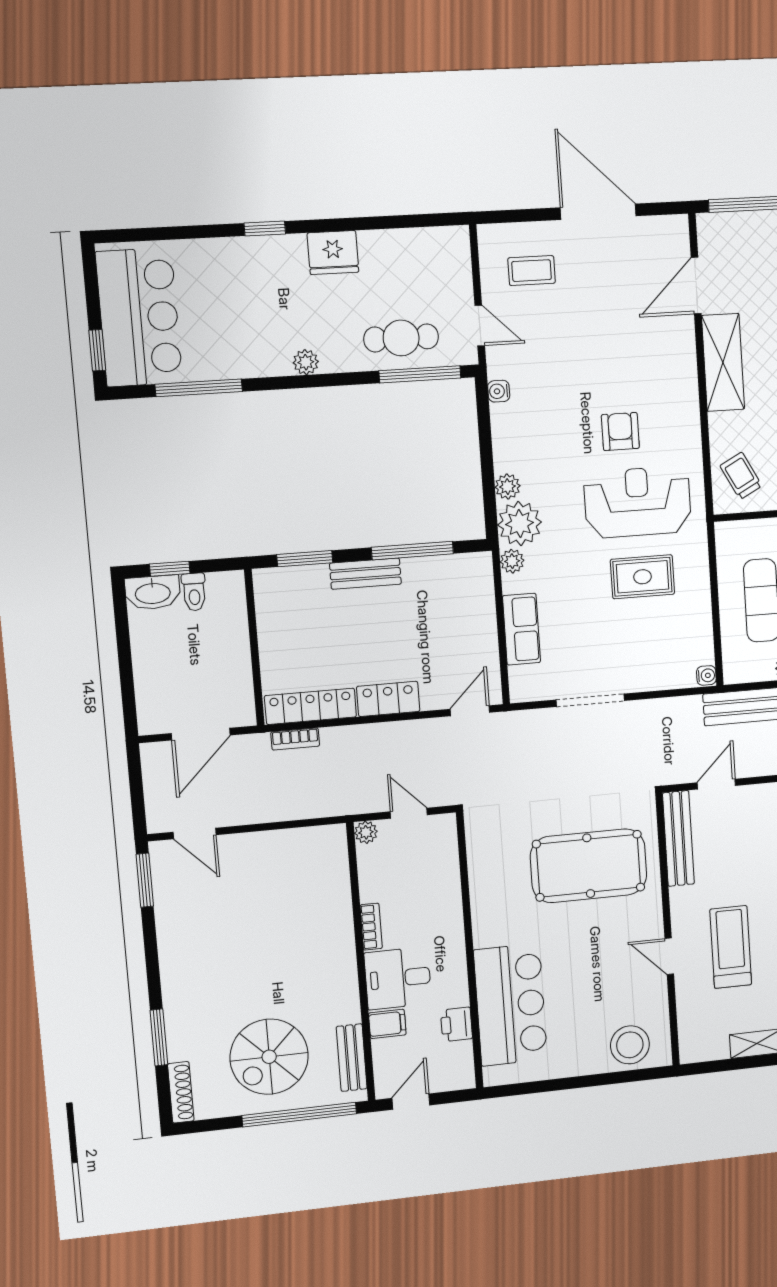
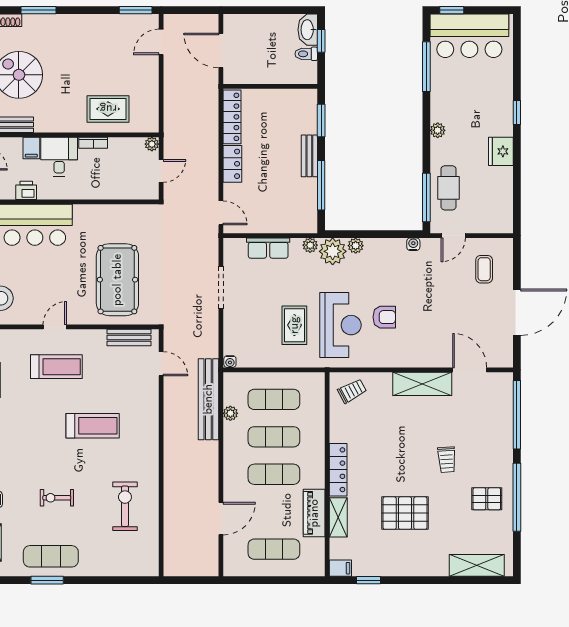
bookcase: (295, 739) -> (213, 106), removed
bench: (678, 838) -> (129, 337), width x0.73
rug: (314, 908) -> (108, 109), added

